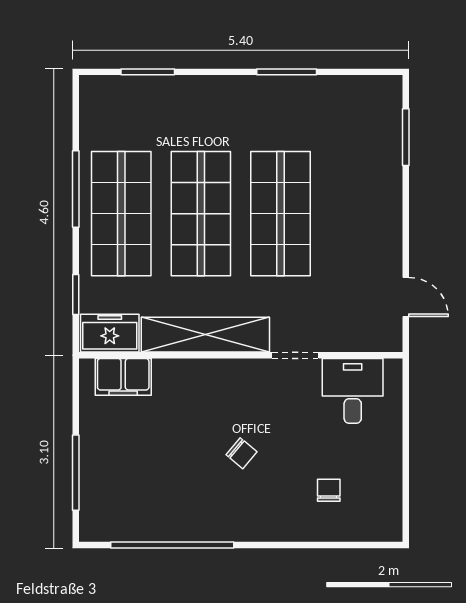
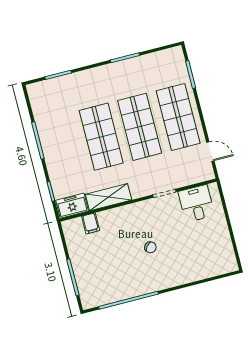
shop shelf: (121, 214) -> (178, 117), moved
shelving: (205, 335) -> (109, 197), width x0.68
filing cabinet: (123, 377) -> (91, 223), width x0.50
chair: (329, 490) -> (197, 254), removed

